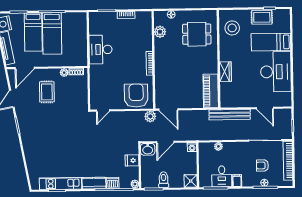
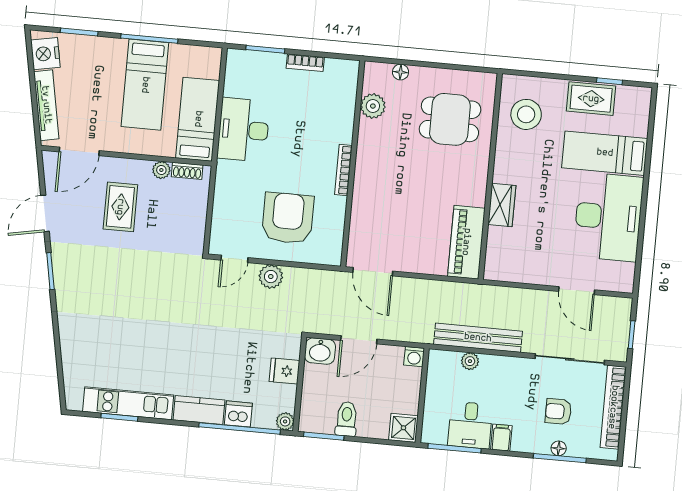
bed: (33, 32) -> (198, 119), moved, turned 180
armchair: (136, 96) -> (288, 218), moved
bench: (230, 115) -> (478, 338), moved
plant: (150, 116) -> (271, 277), moved

